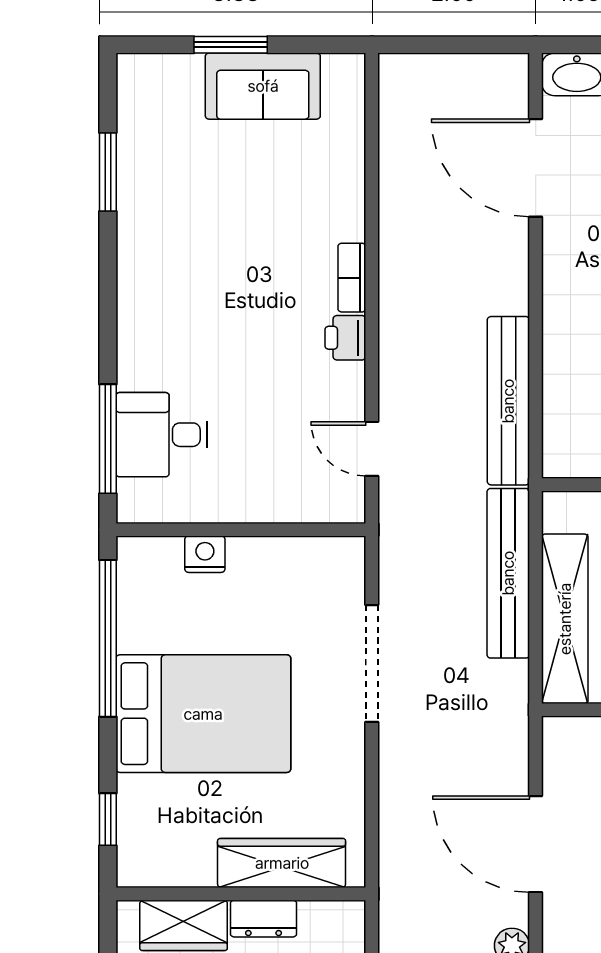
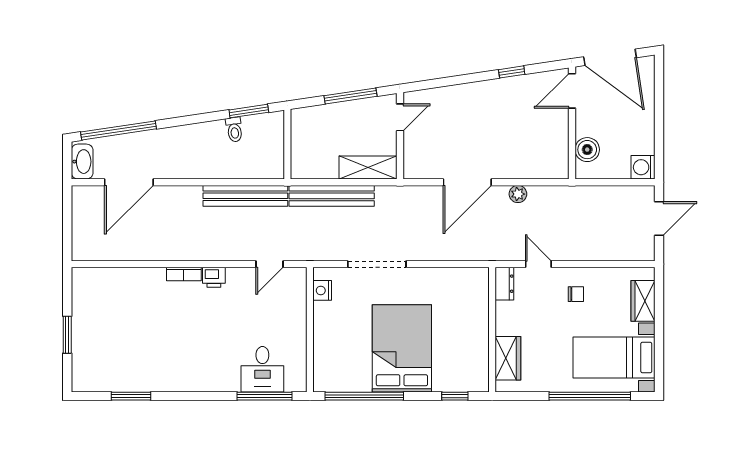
sofa: (263, 86) -> (88, 319), removed
nightstand: (205, 554) -> (322, 290), moved
shelving: (565, 619) -> (368, 168), width x0.68
wardrobe: (282, 863) -> (477, 309), removed
dresser: (264, 919) -> (504, 284), moved

